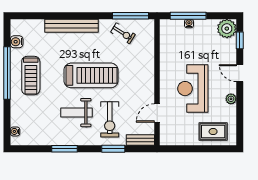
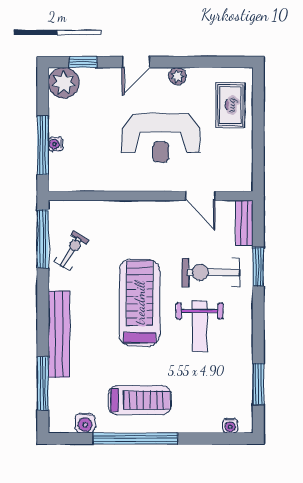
window: (41, 16) -> (43, 384), added
exercise bike: (110, 119) -> (211, 272), turned 180
window: (64, 149) -> (258, 384), moved

